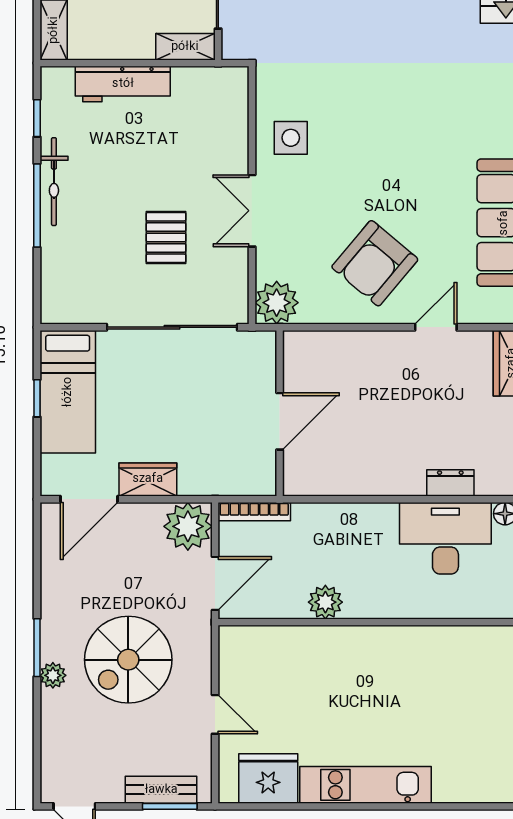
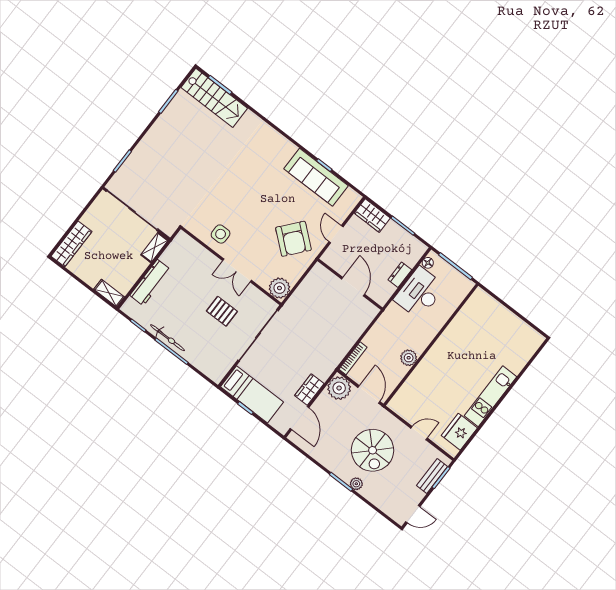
wall: (280, 413) -> (350, 284), moved
door: (280, 421) -> (353, 287), moved

